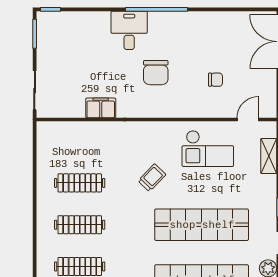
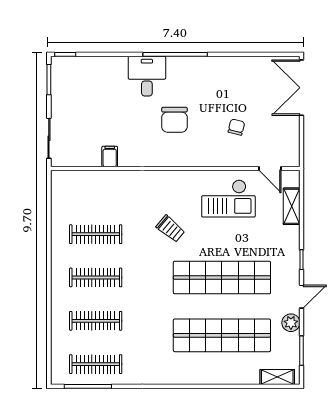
chair: (215, 80) -> (236, 127), turned -76
filing cabinet: (101, 108) -> (110, 156), width x0.50
door: (248, 120) -> (270, 168), swing flipped
trolley: (152, 178) -> (170, 229), turned 86

